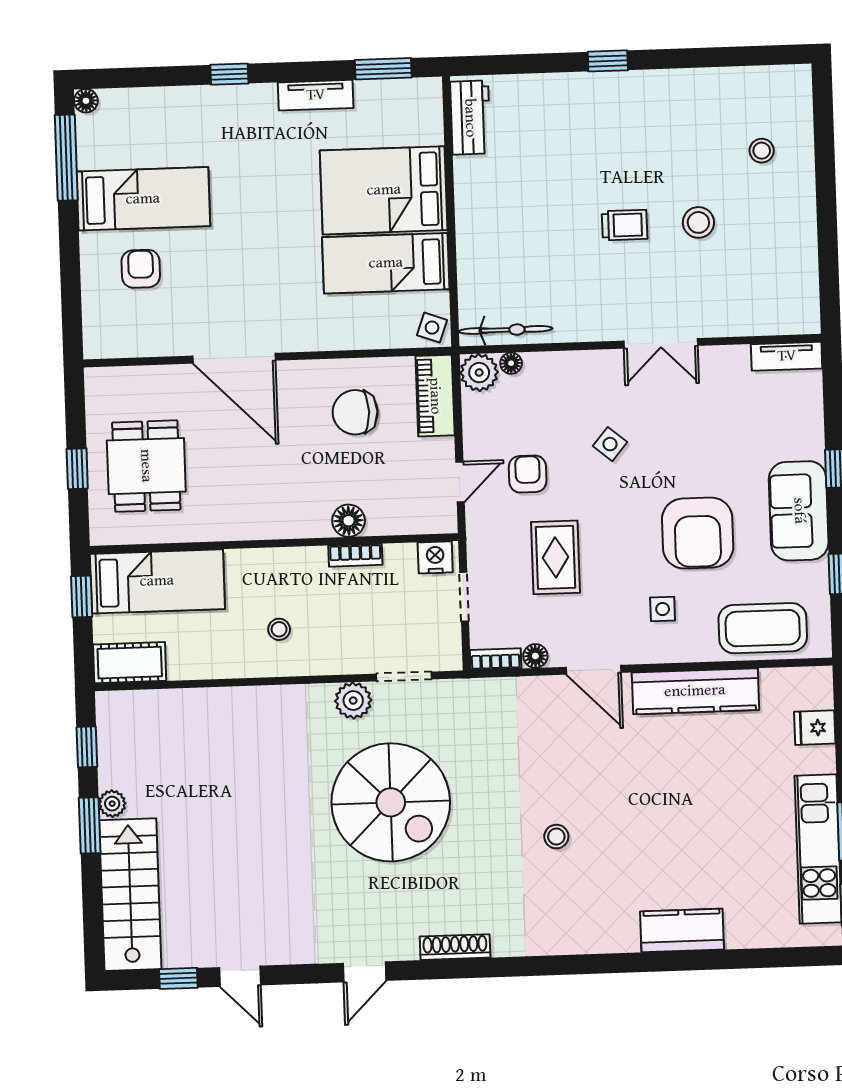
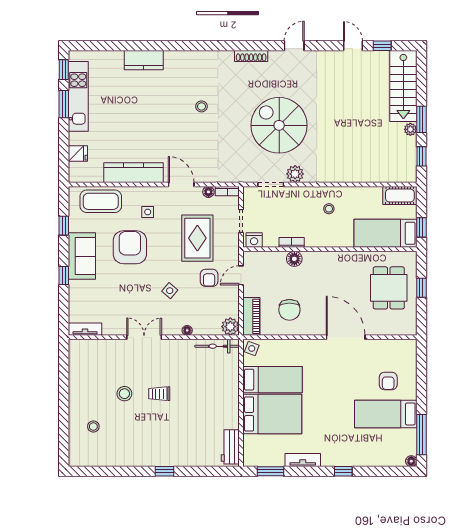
floor lamp: (511, 363) -> (187, 330), moved
chair: (355, 412) -> (289, 310), turned 90
rug: (555, 557) -> (197, 238), width x1.36, depth x1.43

